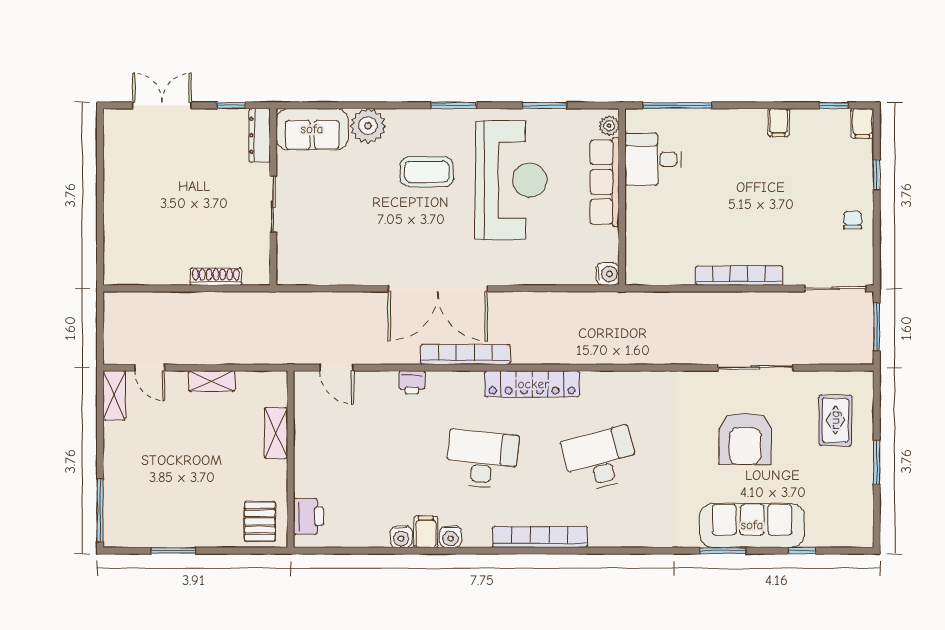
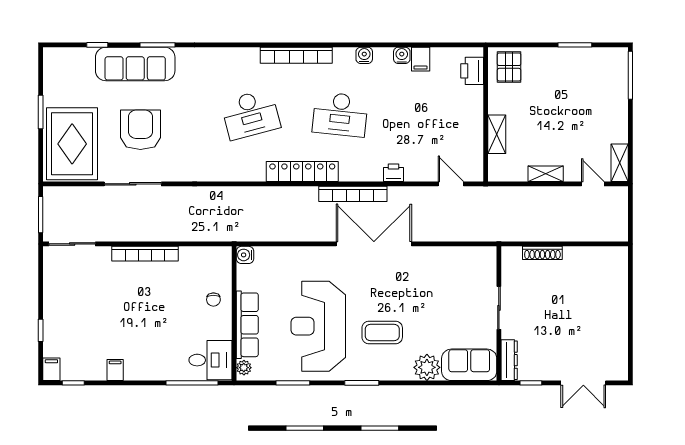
desk: (653, 159) -> (210, 360), moved
chair: (853, 220) -> (213, 300), moved
rug: (835, 420) -> (72, 144), width x1.86, depth x2.06
filing cabinet: (426, 532) -> (421, 59), moved

